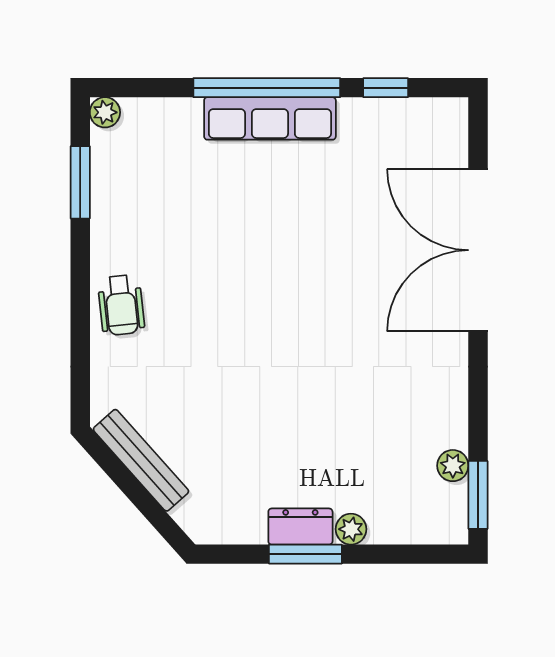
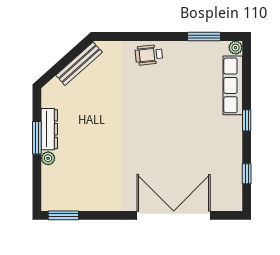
window: (267, 88) -> (247, 120), width x0.32
row of seats: (270, 118) -> (233, 85), moved
plant: (453, 466) -> (77, 204), removed
dresser: (300, 527) -> (49, 129), width x1.44

